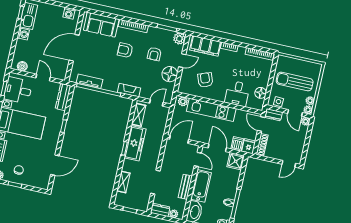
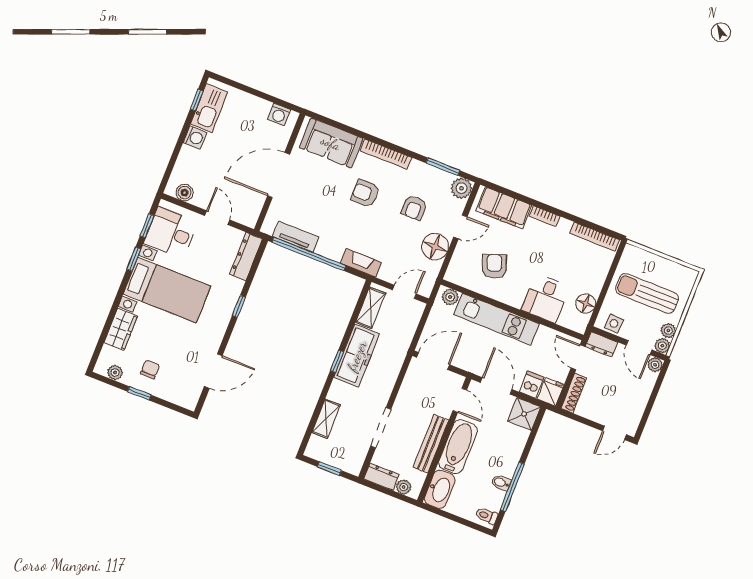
bench: (185, 187) -> (431, 444), width x1.36

